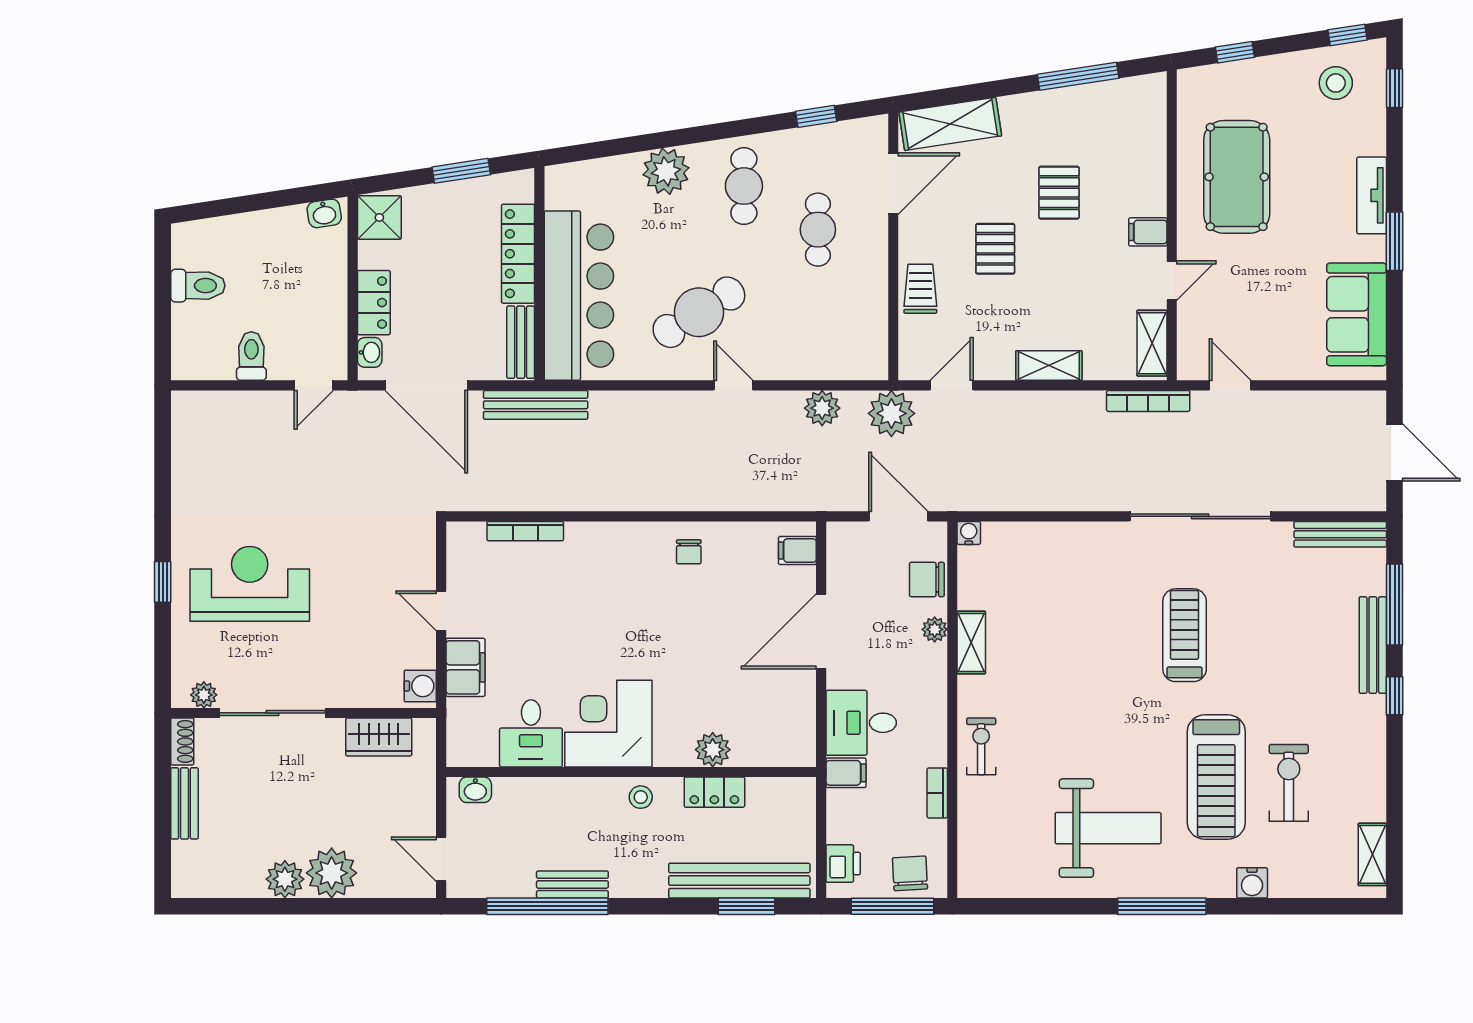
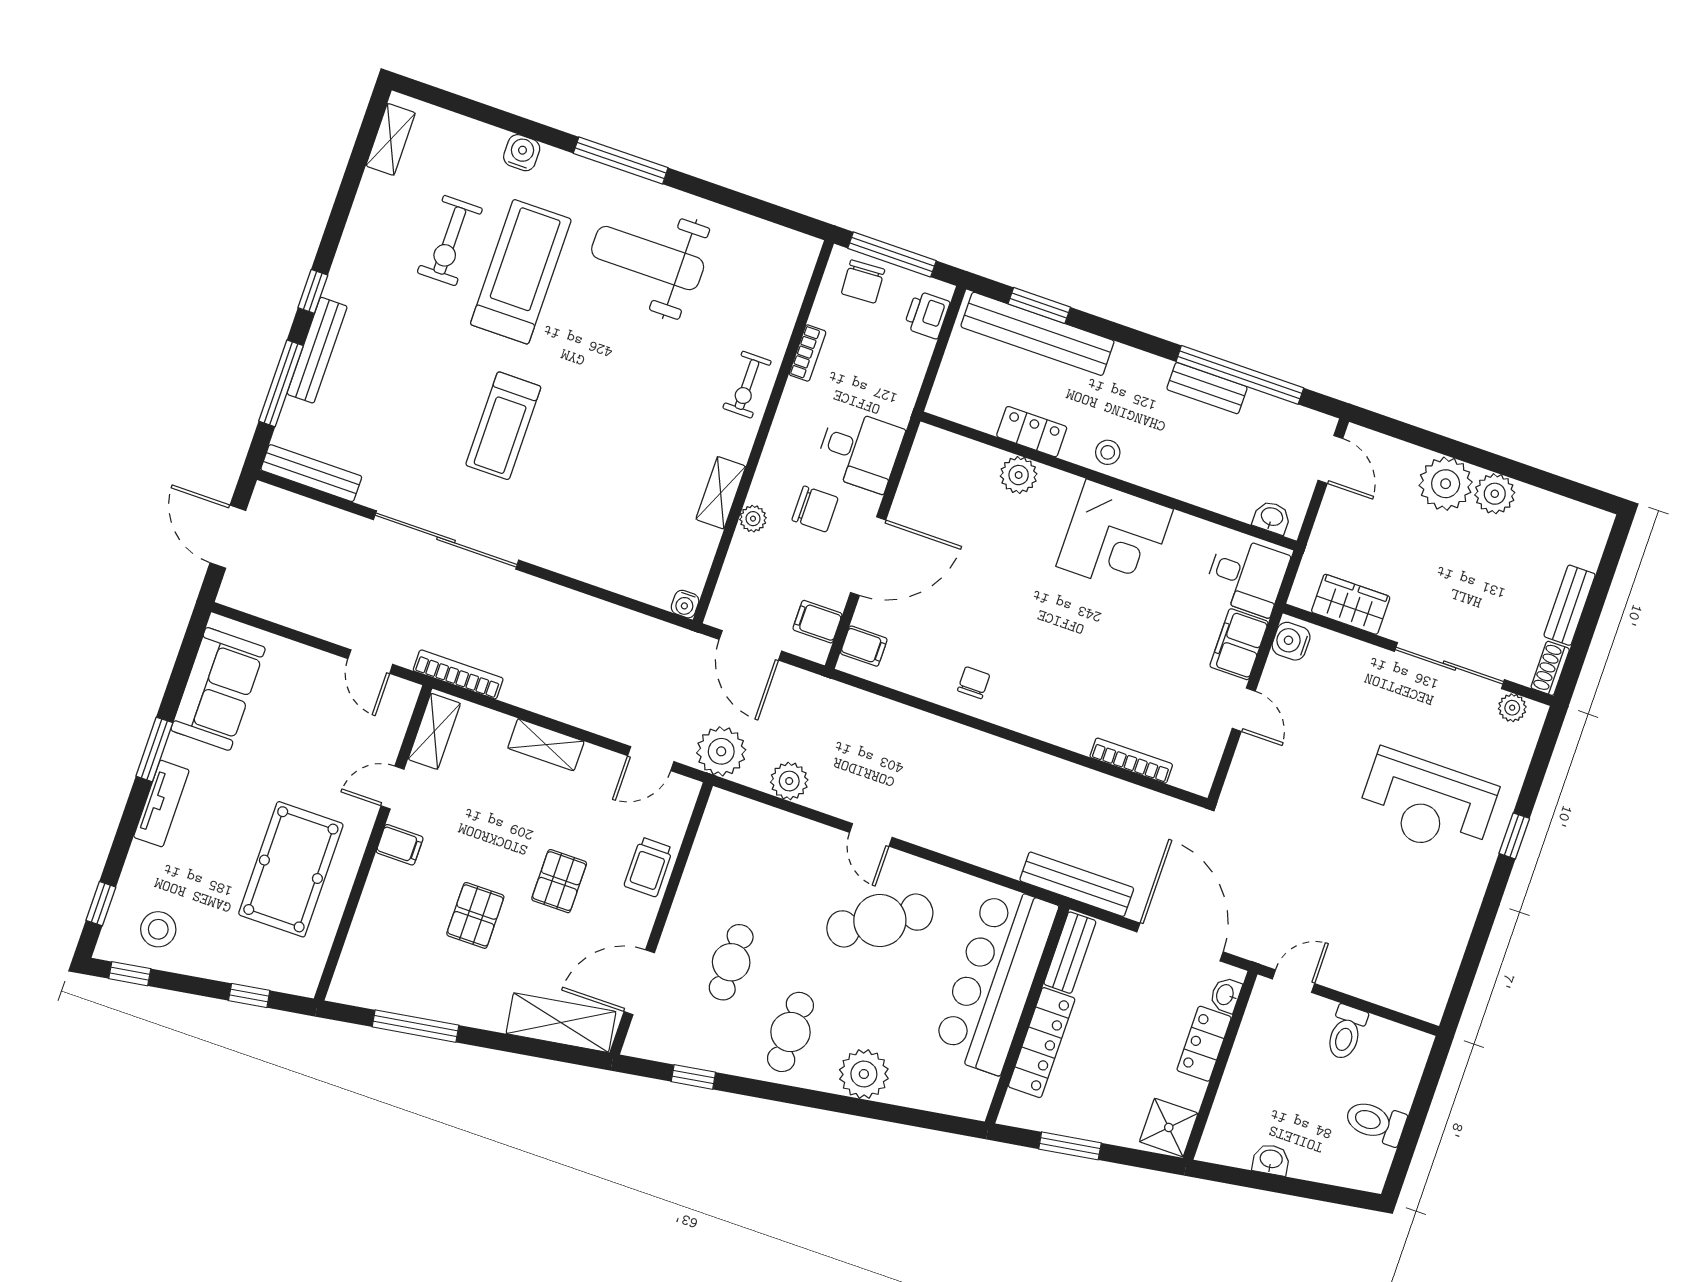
washbasin: (324, 213) -> (1271, 1160), moved
chair: (927, 579) -> (815, 509), moved
desk: (531, 733) -> (1247, 576), moved, turned 90
filing cabinet: (846, 773) -> (817, 622), moved

